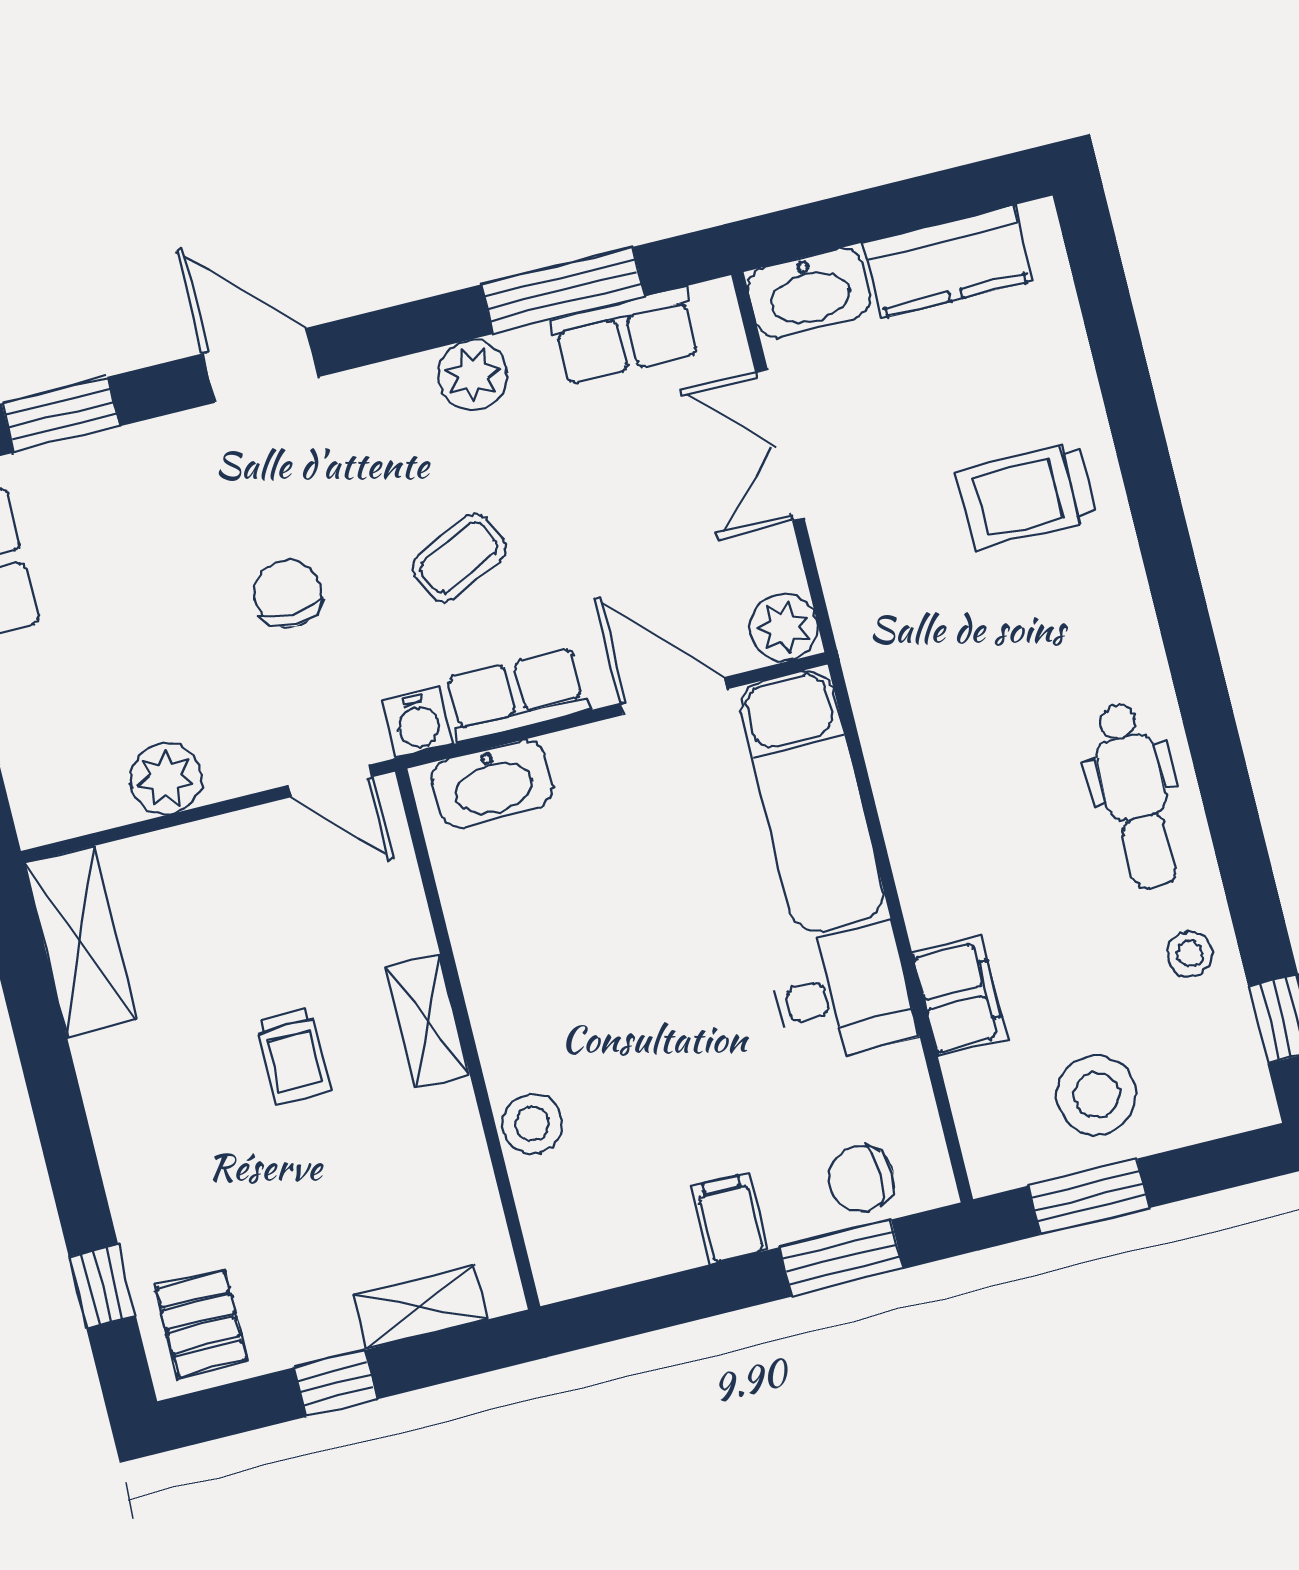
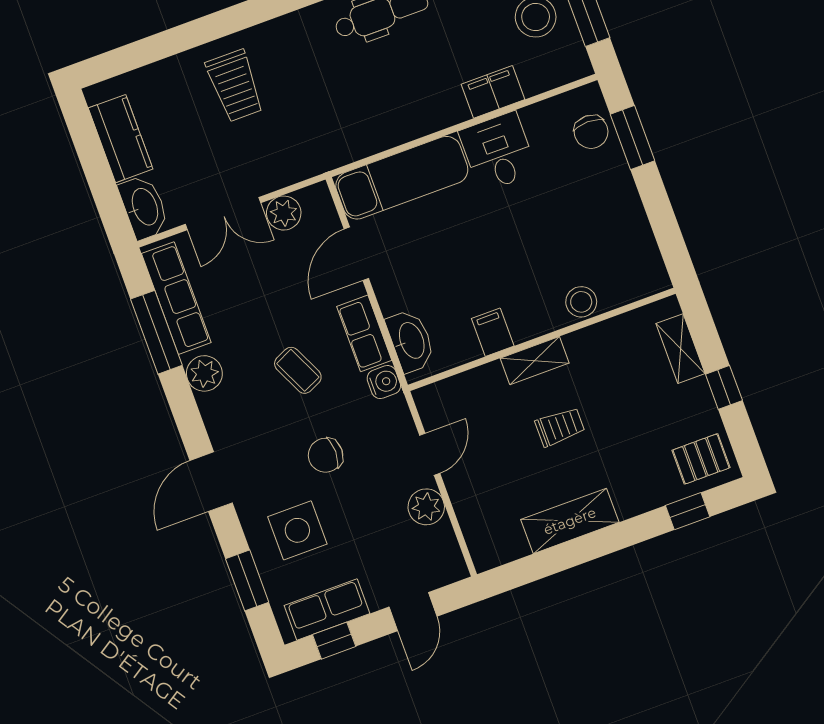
row of seats: (625, 336) -> (176, 298), width x1.48
side table: (148, 523) -> (297, 530), added
plant: (784, 628) -> (284, 213), moved
door: (331, 781) -> (430, 454), moved
shelving: (80, 942) -> (570, 521), moved
filing cabinet: (729, 1219) -> (493, 332), moved, turned 90

